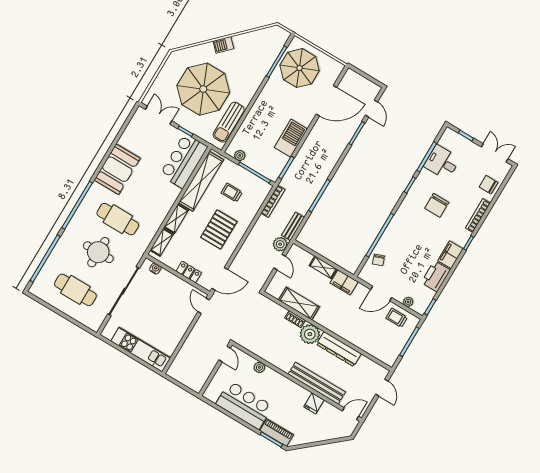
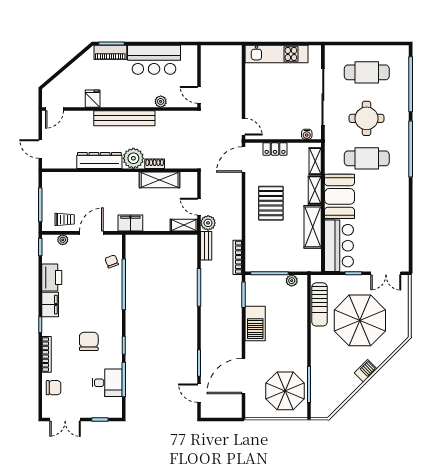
sun lounger: (229, 122) -> (320, 304), turned 180
booth: (117, 169) -> (339, 196), moved
shelving: (201, 181) -> (313, 227), width x0.68
trolley: (232, 193) -> (279, 243), removed
shelving: (323, 267) -> (184, 225), moved
bench: (317, 383) -> (124, 118), moved

